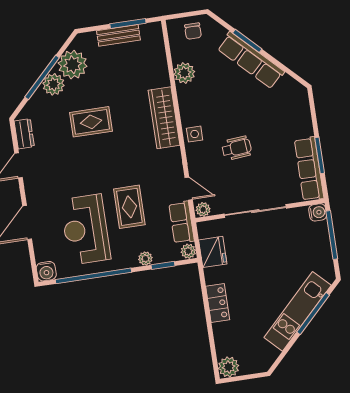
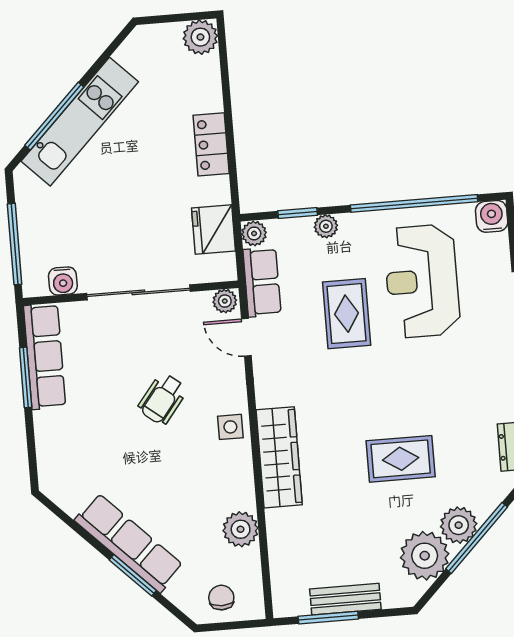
wheelchair: (237, 148) -> (162, 399), turned -47
water cooler: (318, 212) -> (63, 281), moved, turned -90
reception desk: (85, 229) -> (422, 281), turned 180

